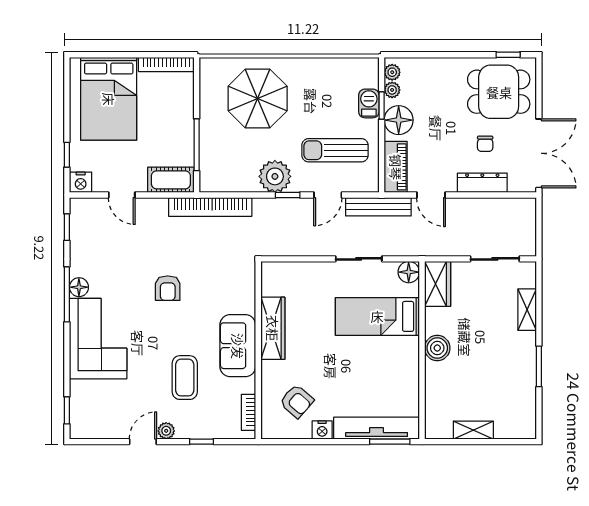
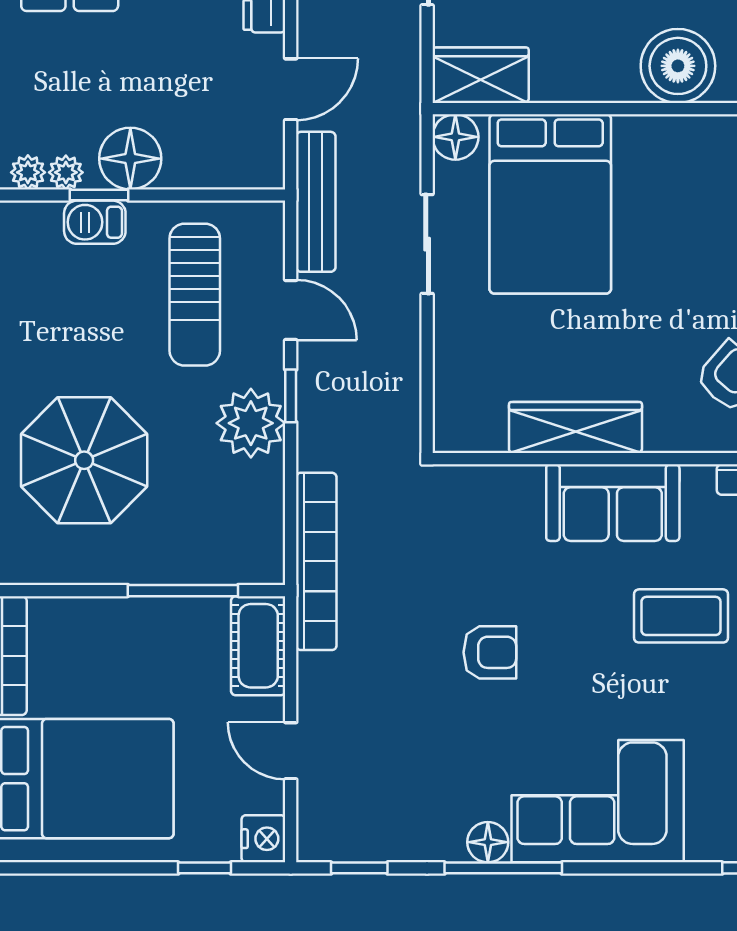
piano: (396, 167) -> (231, 165), removed
door: (122, 195) -> (291, 751), swing flipped
bed: (377, 316) -> (550, 204), width x1.50
boiler: (437, 348) -> (678, 66), moved, width x1.37, depth x1.37

